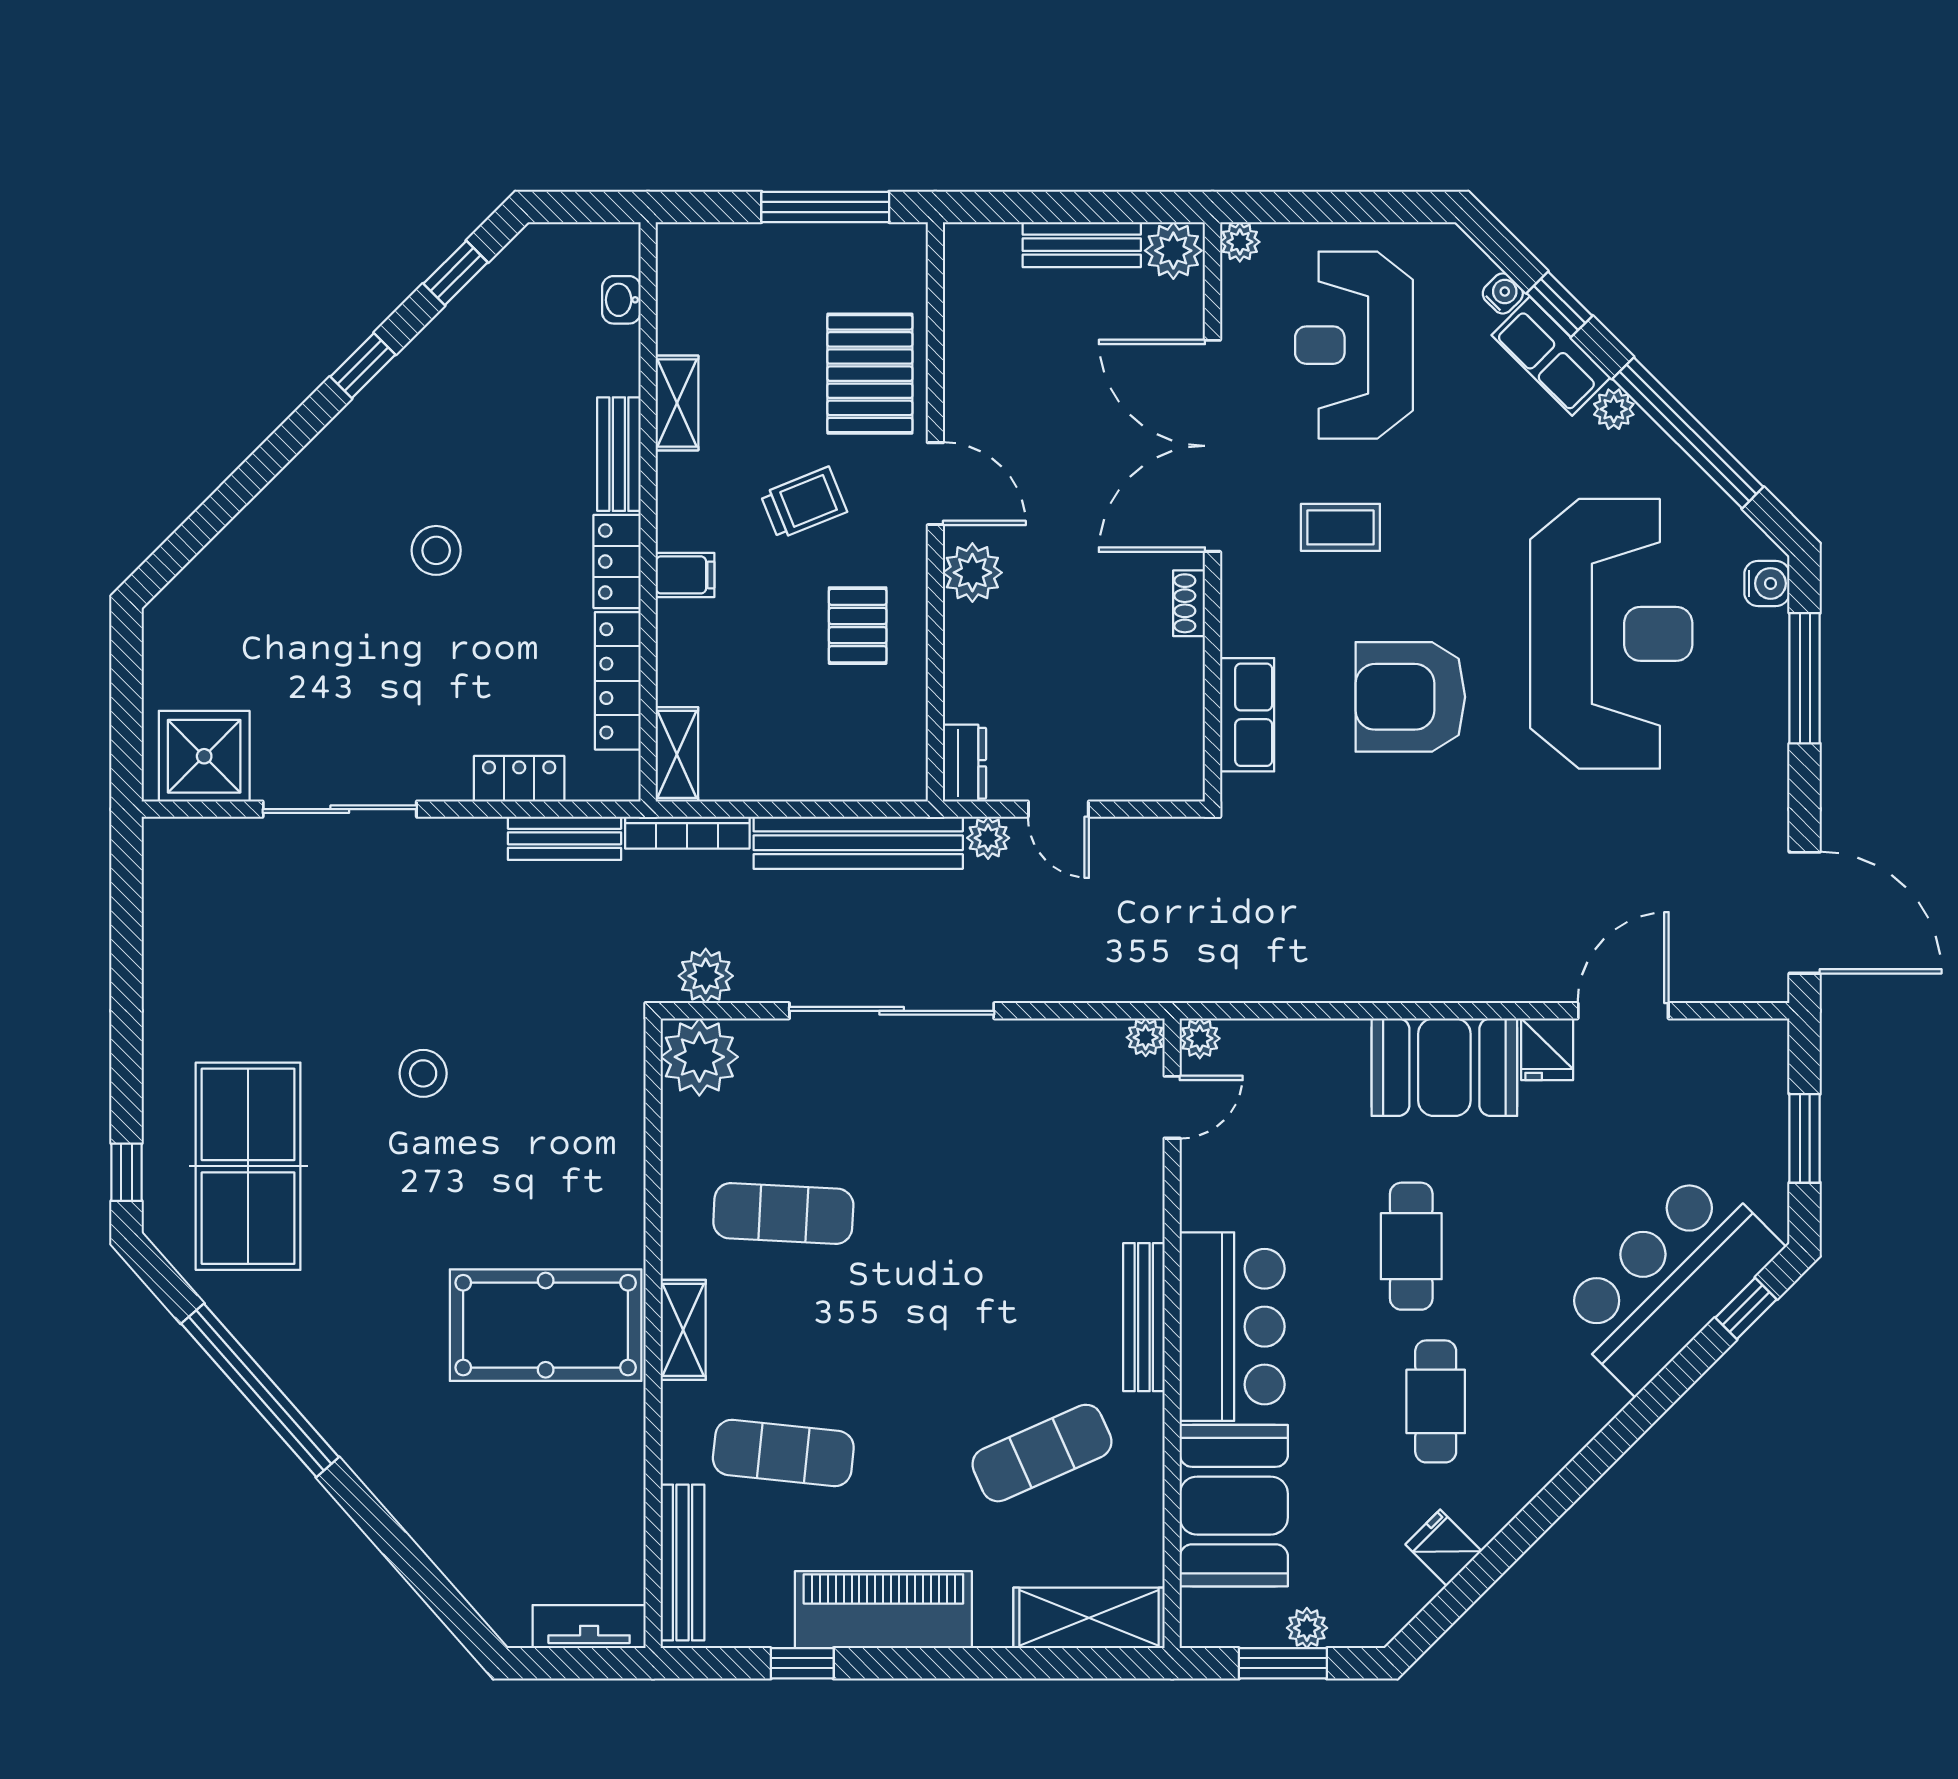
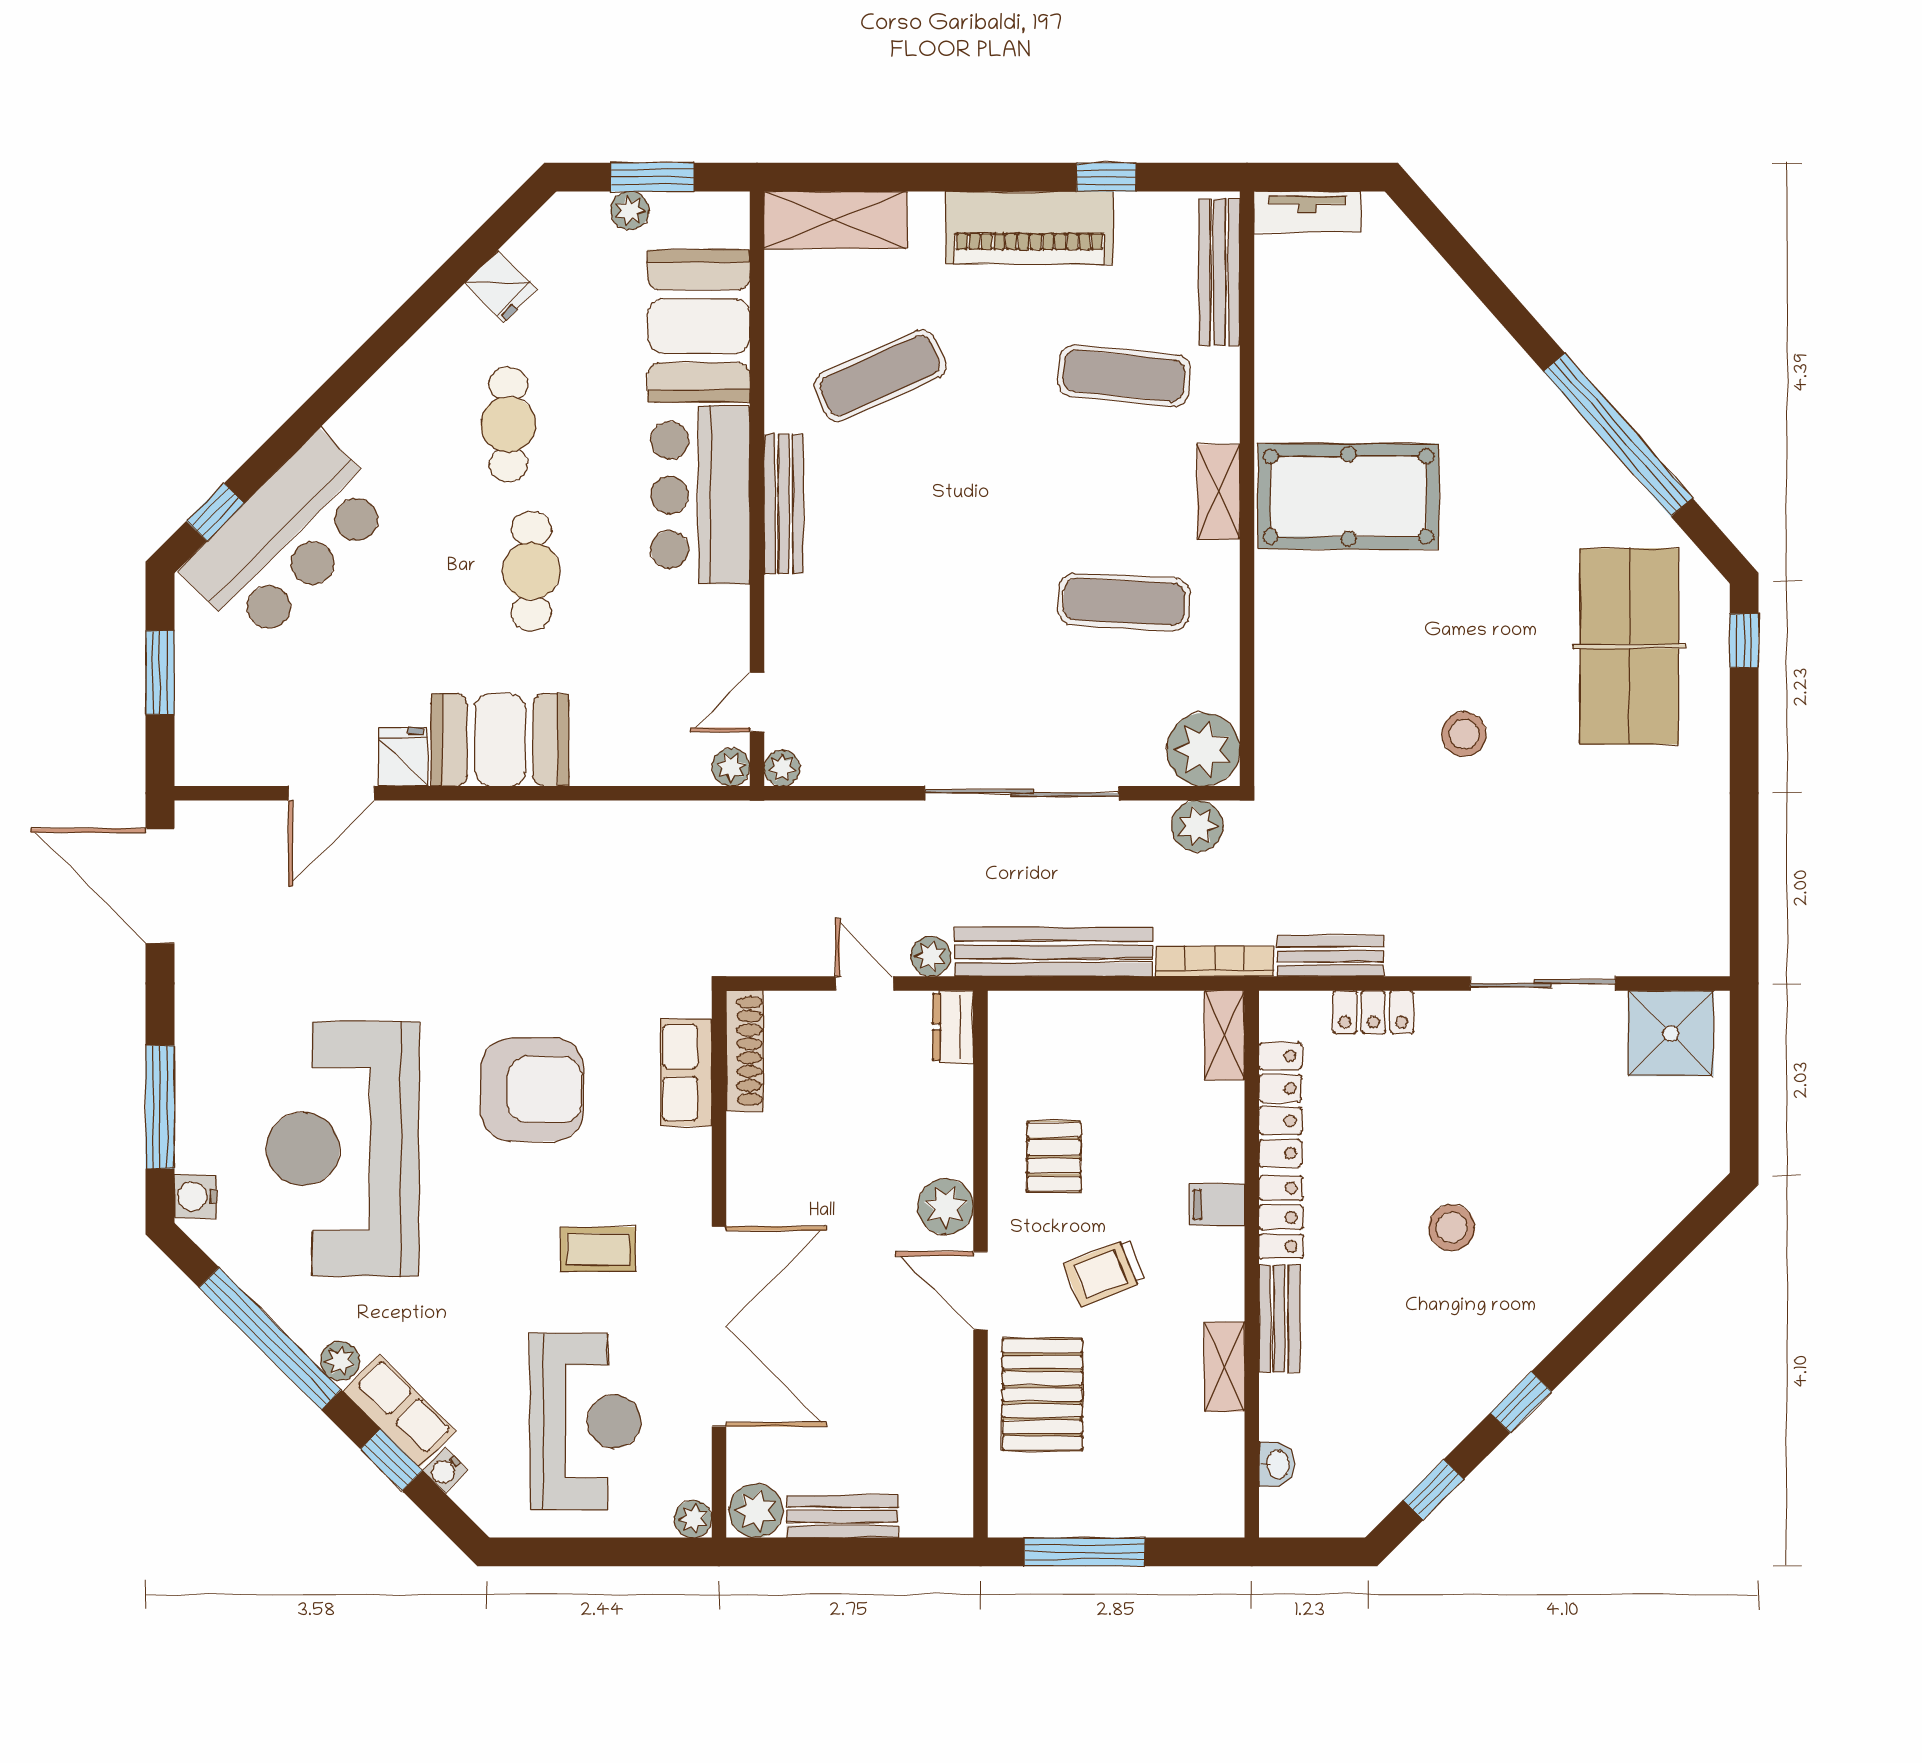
shoe rack: (1189, 603) -> (745, 1051), moved, width x1.94, depth x1.24

